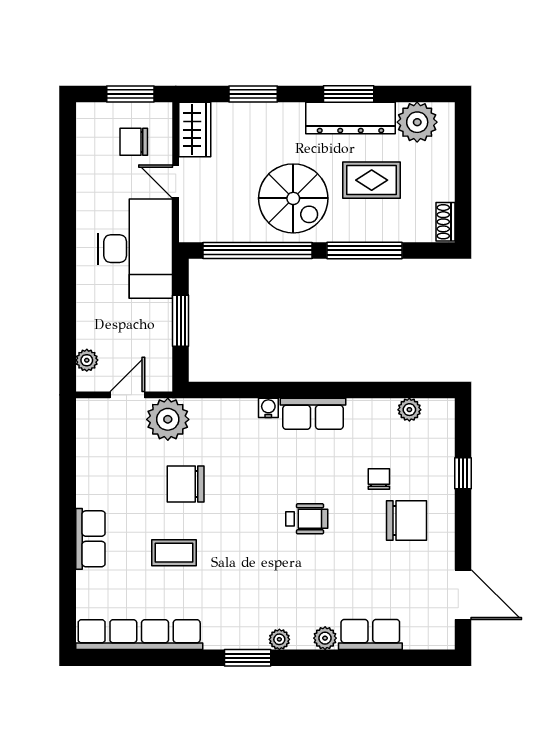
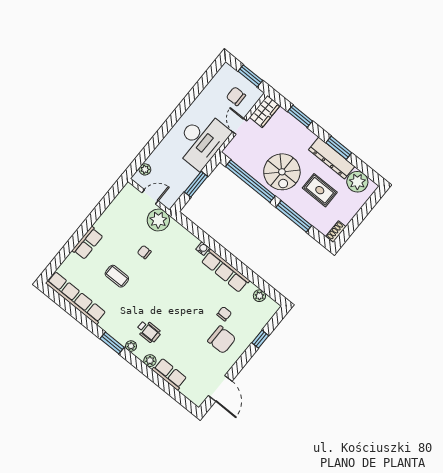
row of seats: (313, 414) -> (225, 271), width x1.48
chair: (186, 484) -> (144, 252), width x0.54, depth x0.54
wheelchair: (307, 519) -> (149, 331), moved

